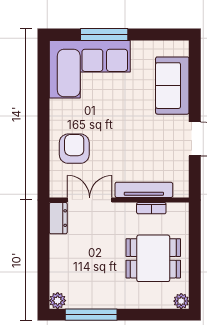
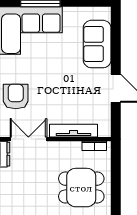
bookcase: (151, 208) -> (94, 146), moved

